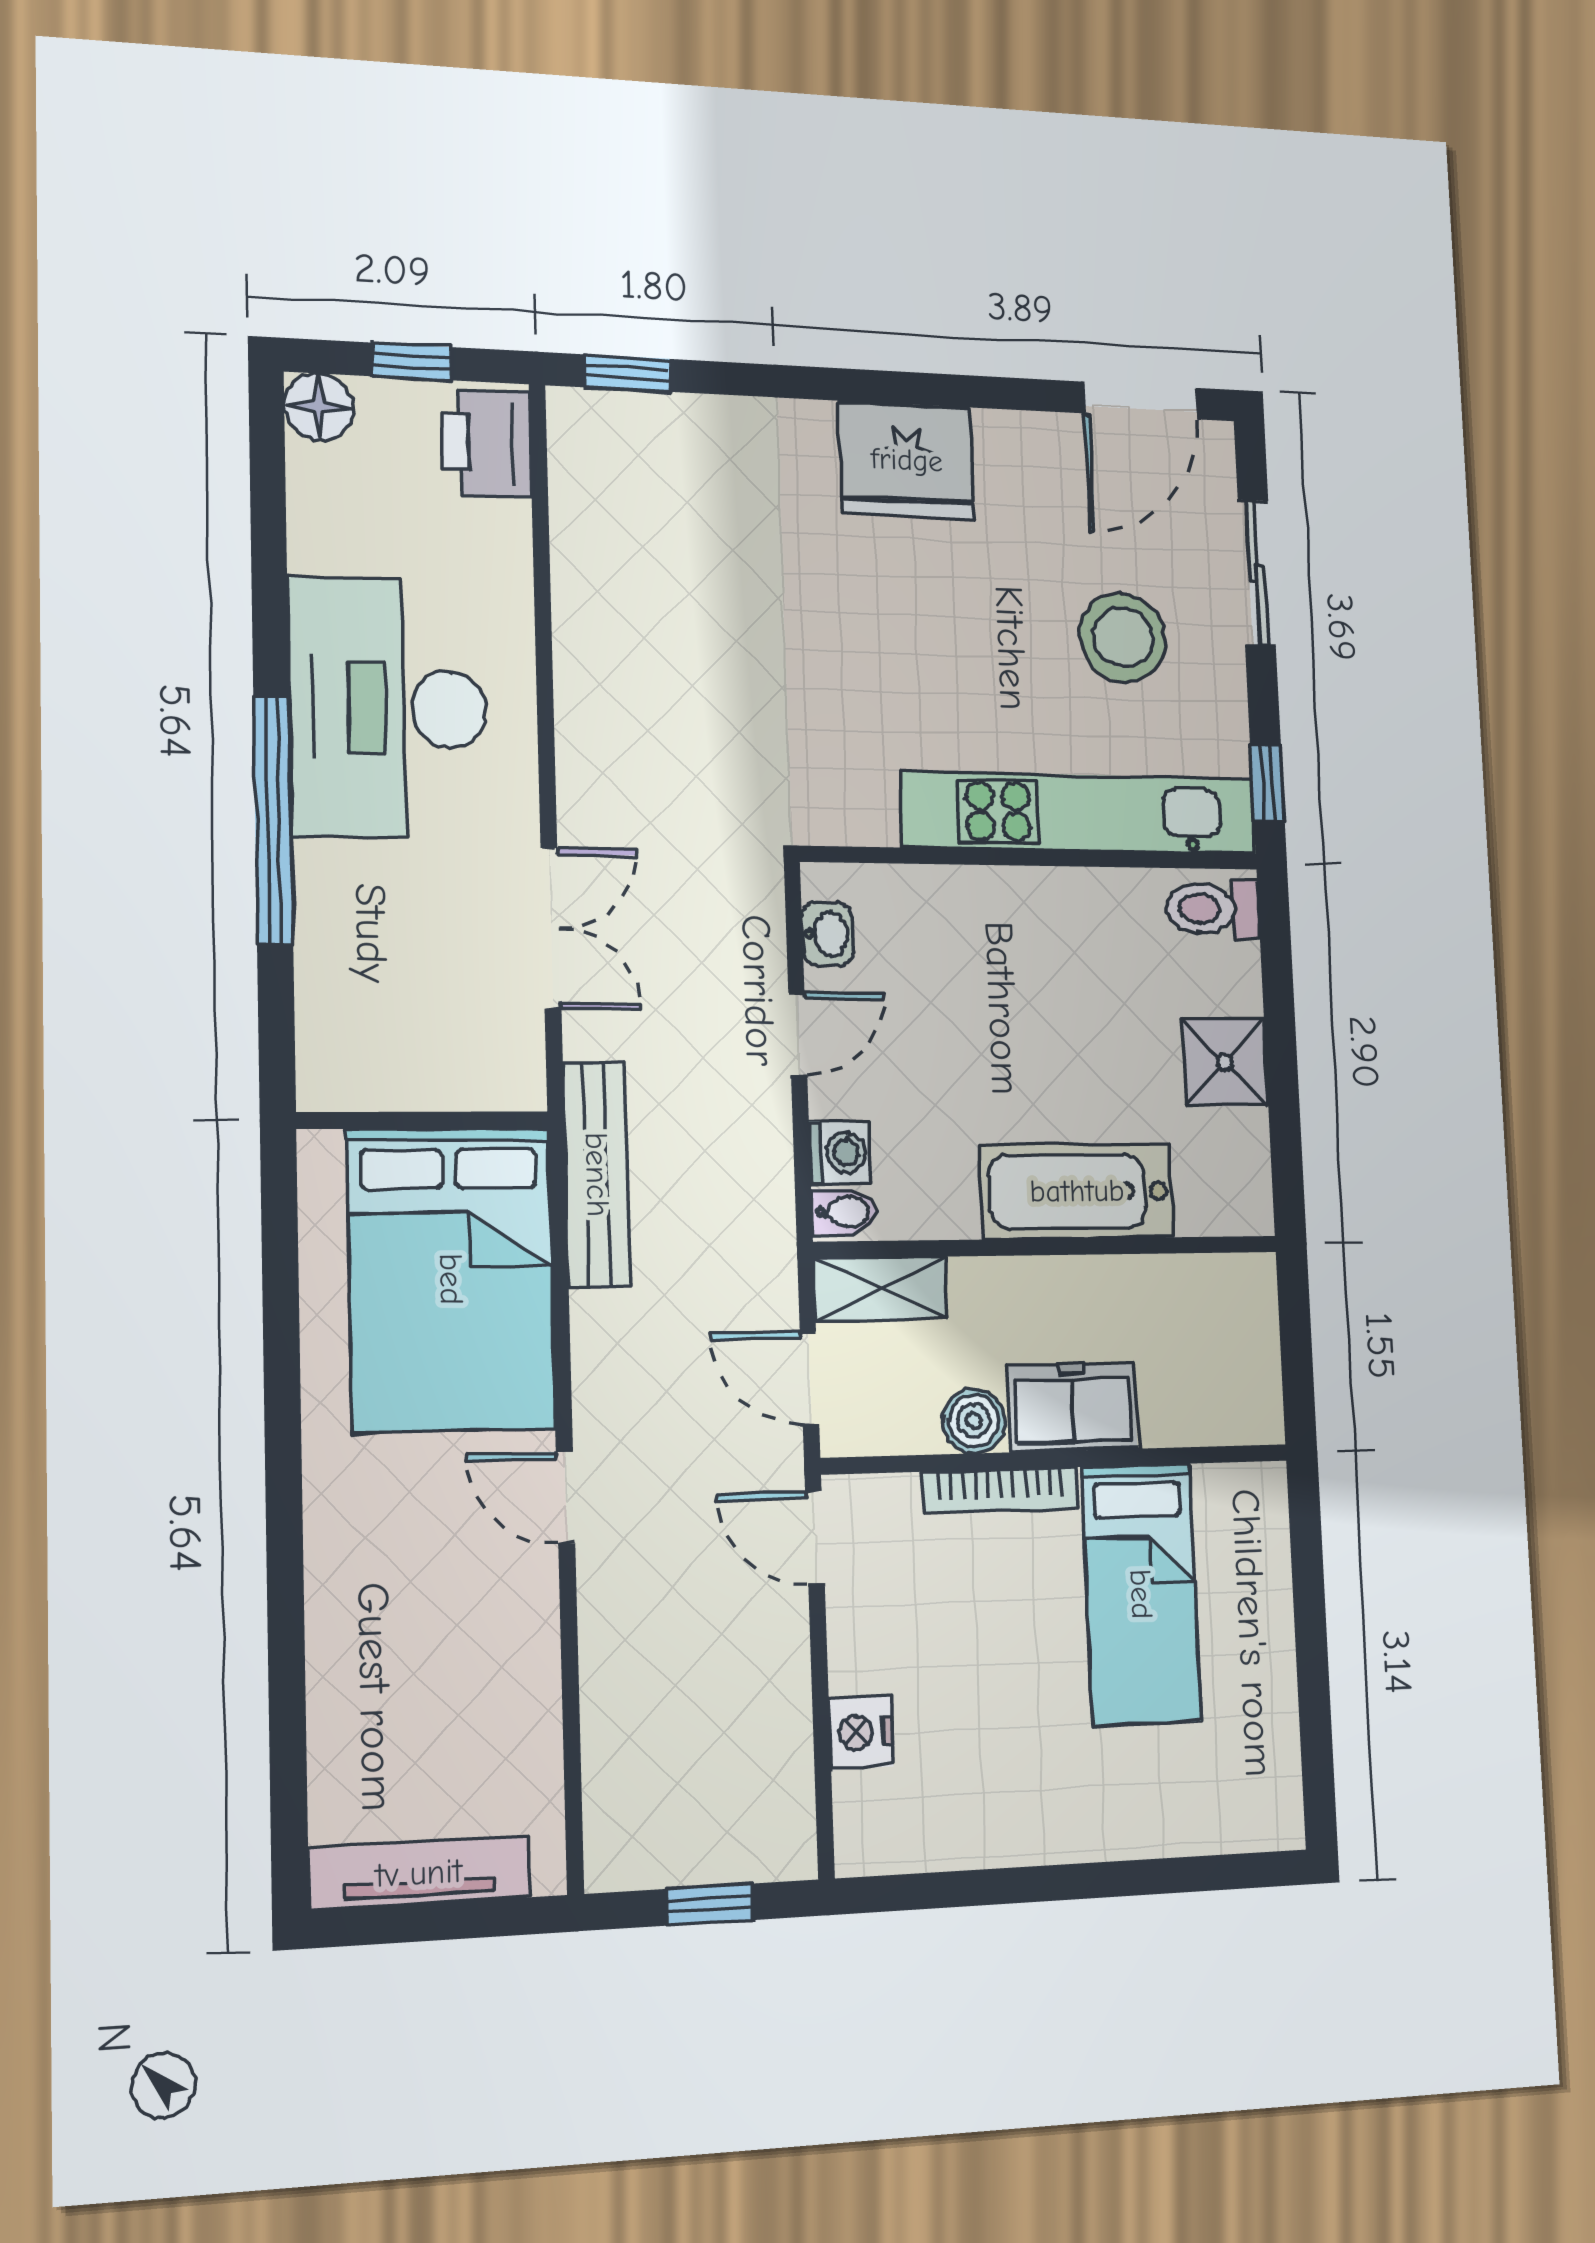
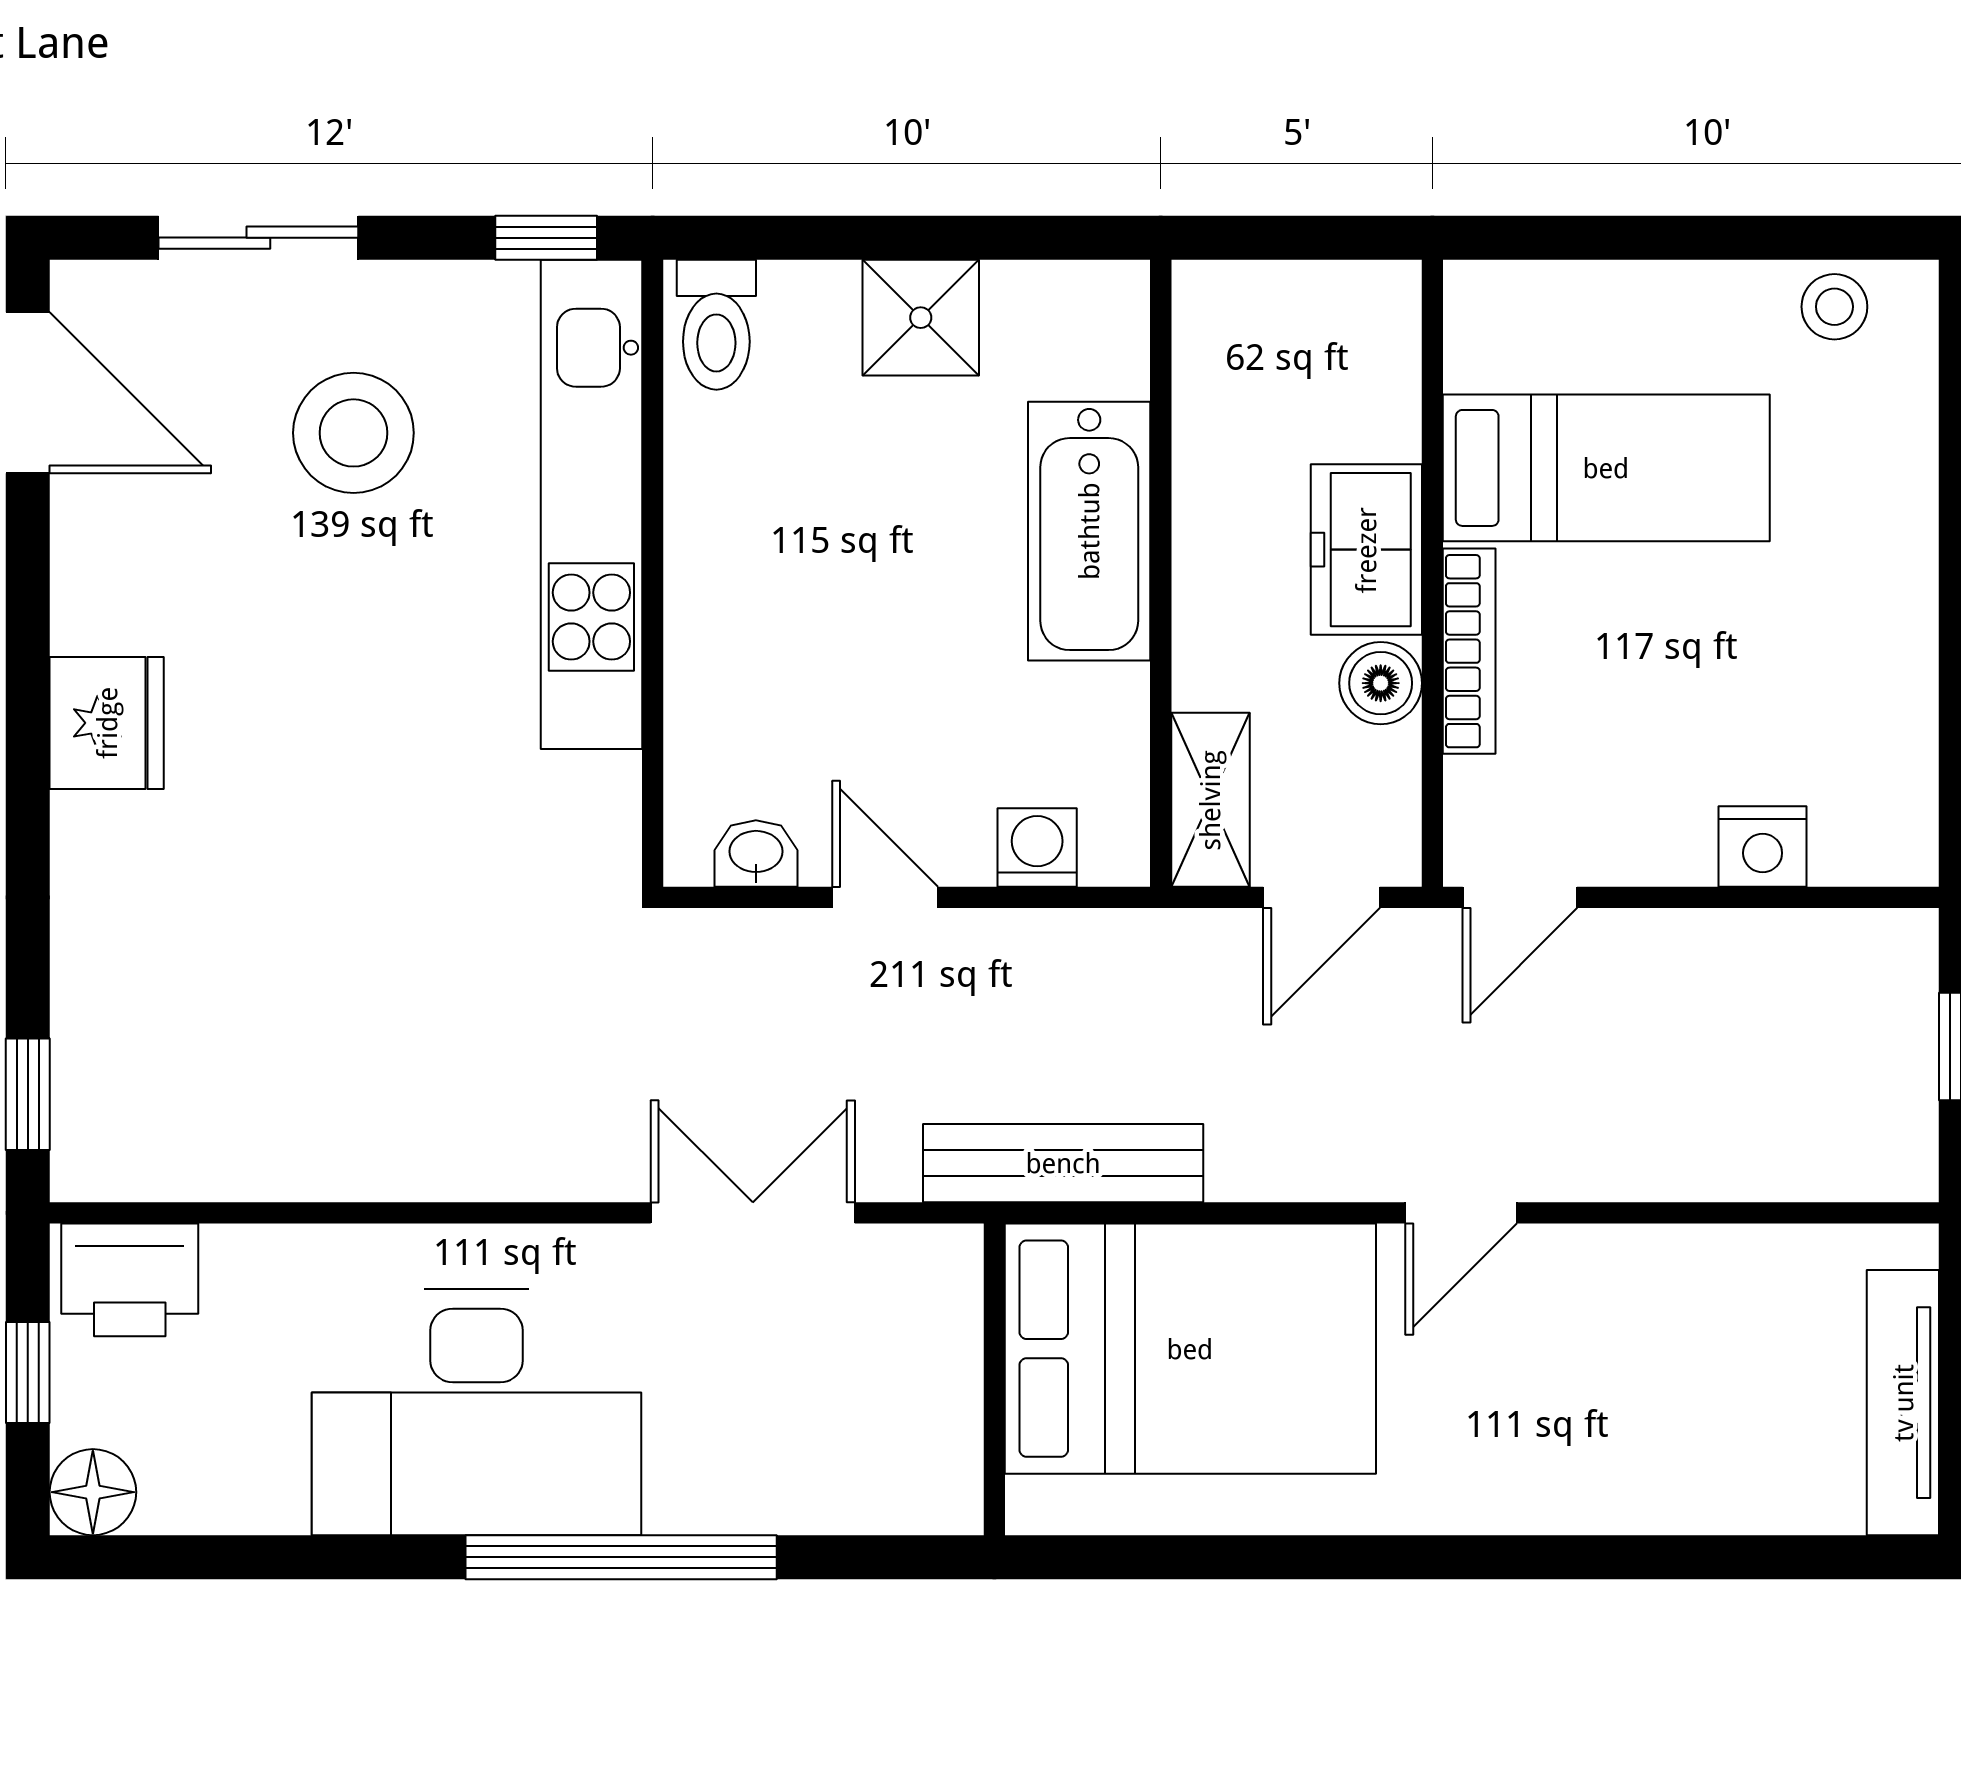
fridge: (907, 460) -> (107, 723), width x0.73, depth x0.75
bidet: (844, 1212) -> (1112, 844), removed
stool: (1268, 1769) -> (1834, 307), added

